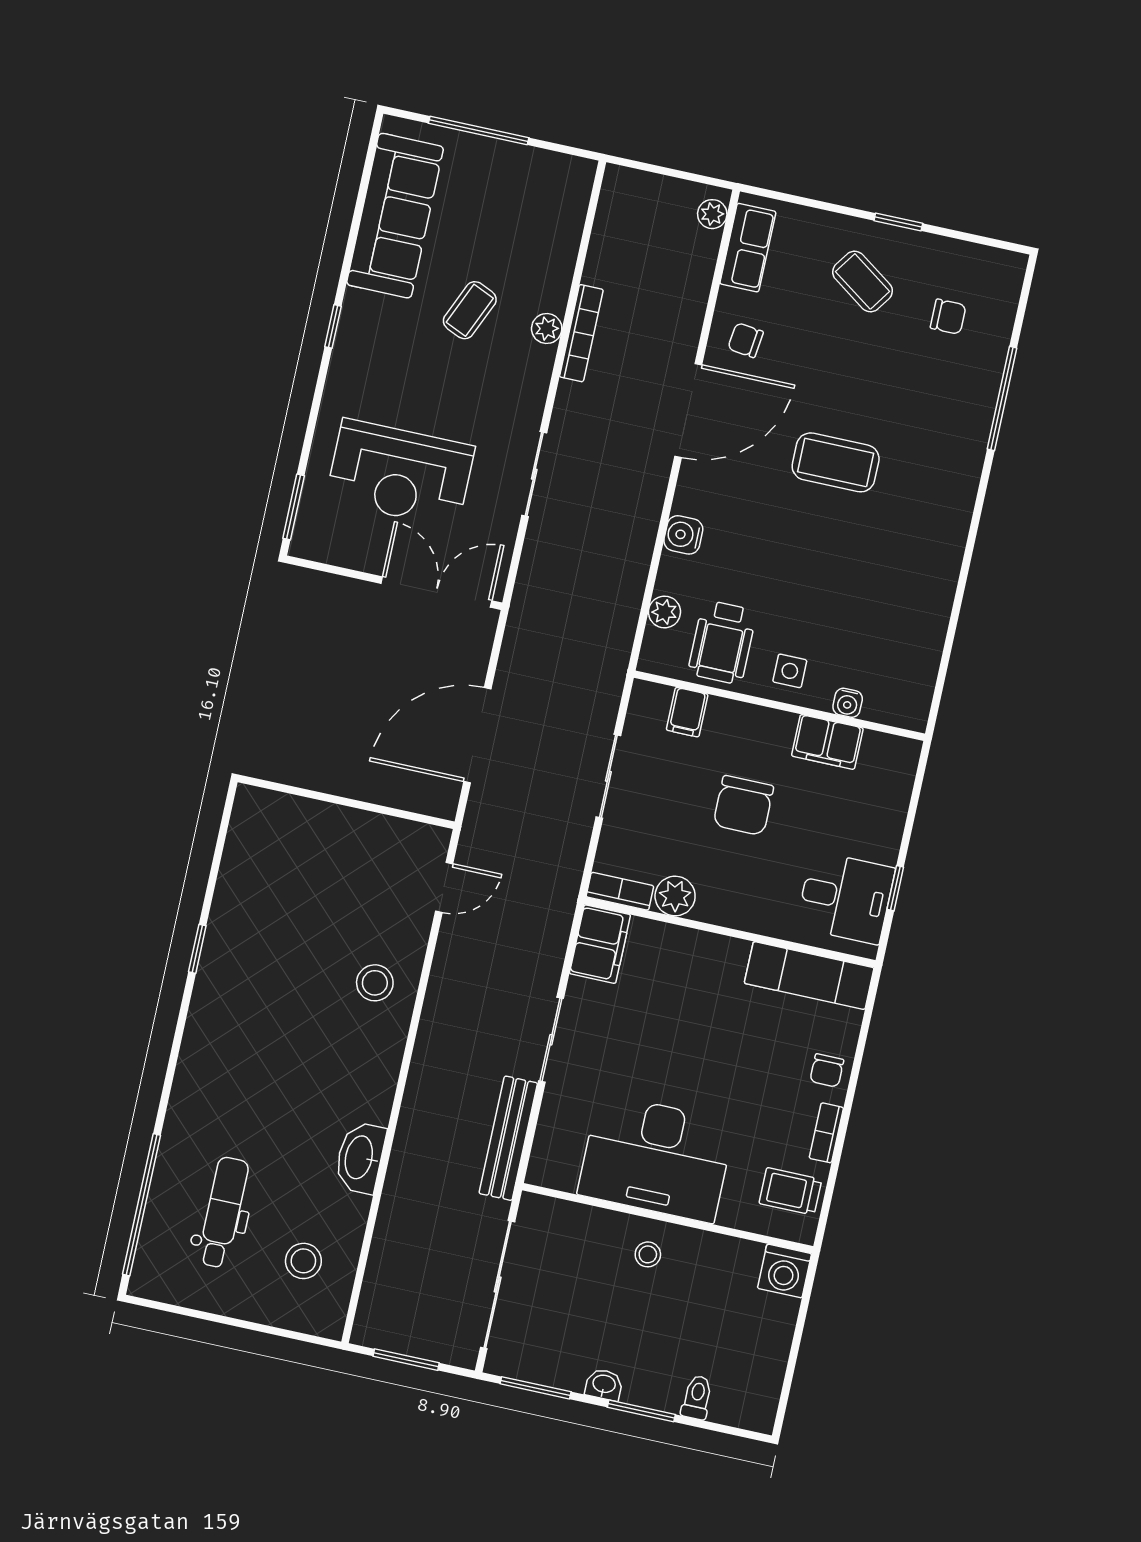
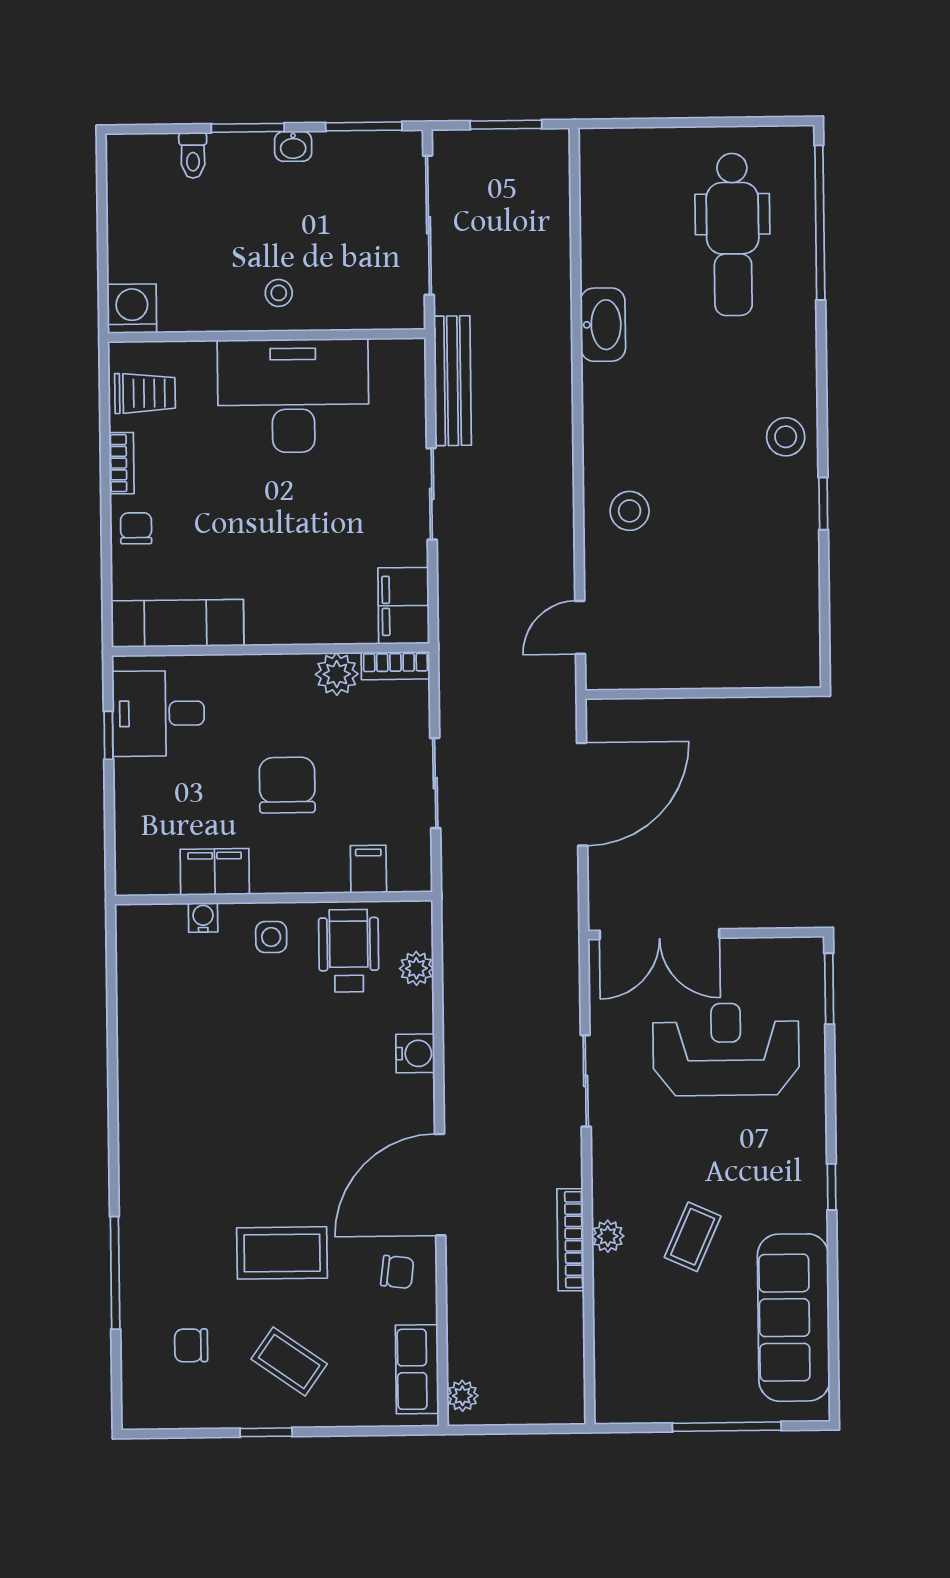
coffee table: (836, 462) -> (282, 1253), moved
dental chair: (223, 1212) -> (733, 234), width x1.36, depth x1.38
stool: (303, 1261) -> (786, 437), moved

